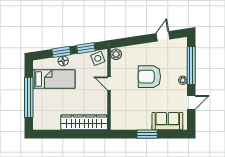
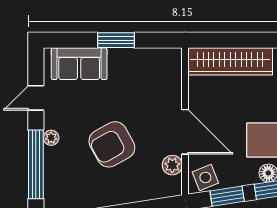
plant: (116, 54) -> (172, 165), moved
armchair: (149, 77) -> (112, 144), turned 151
door: (109, 84) -> (185, 132), width x1.87

